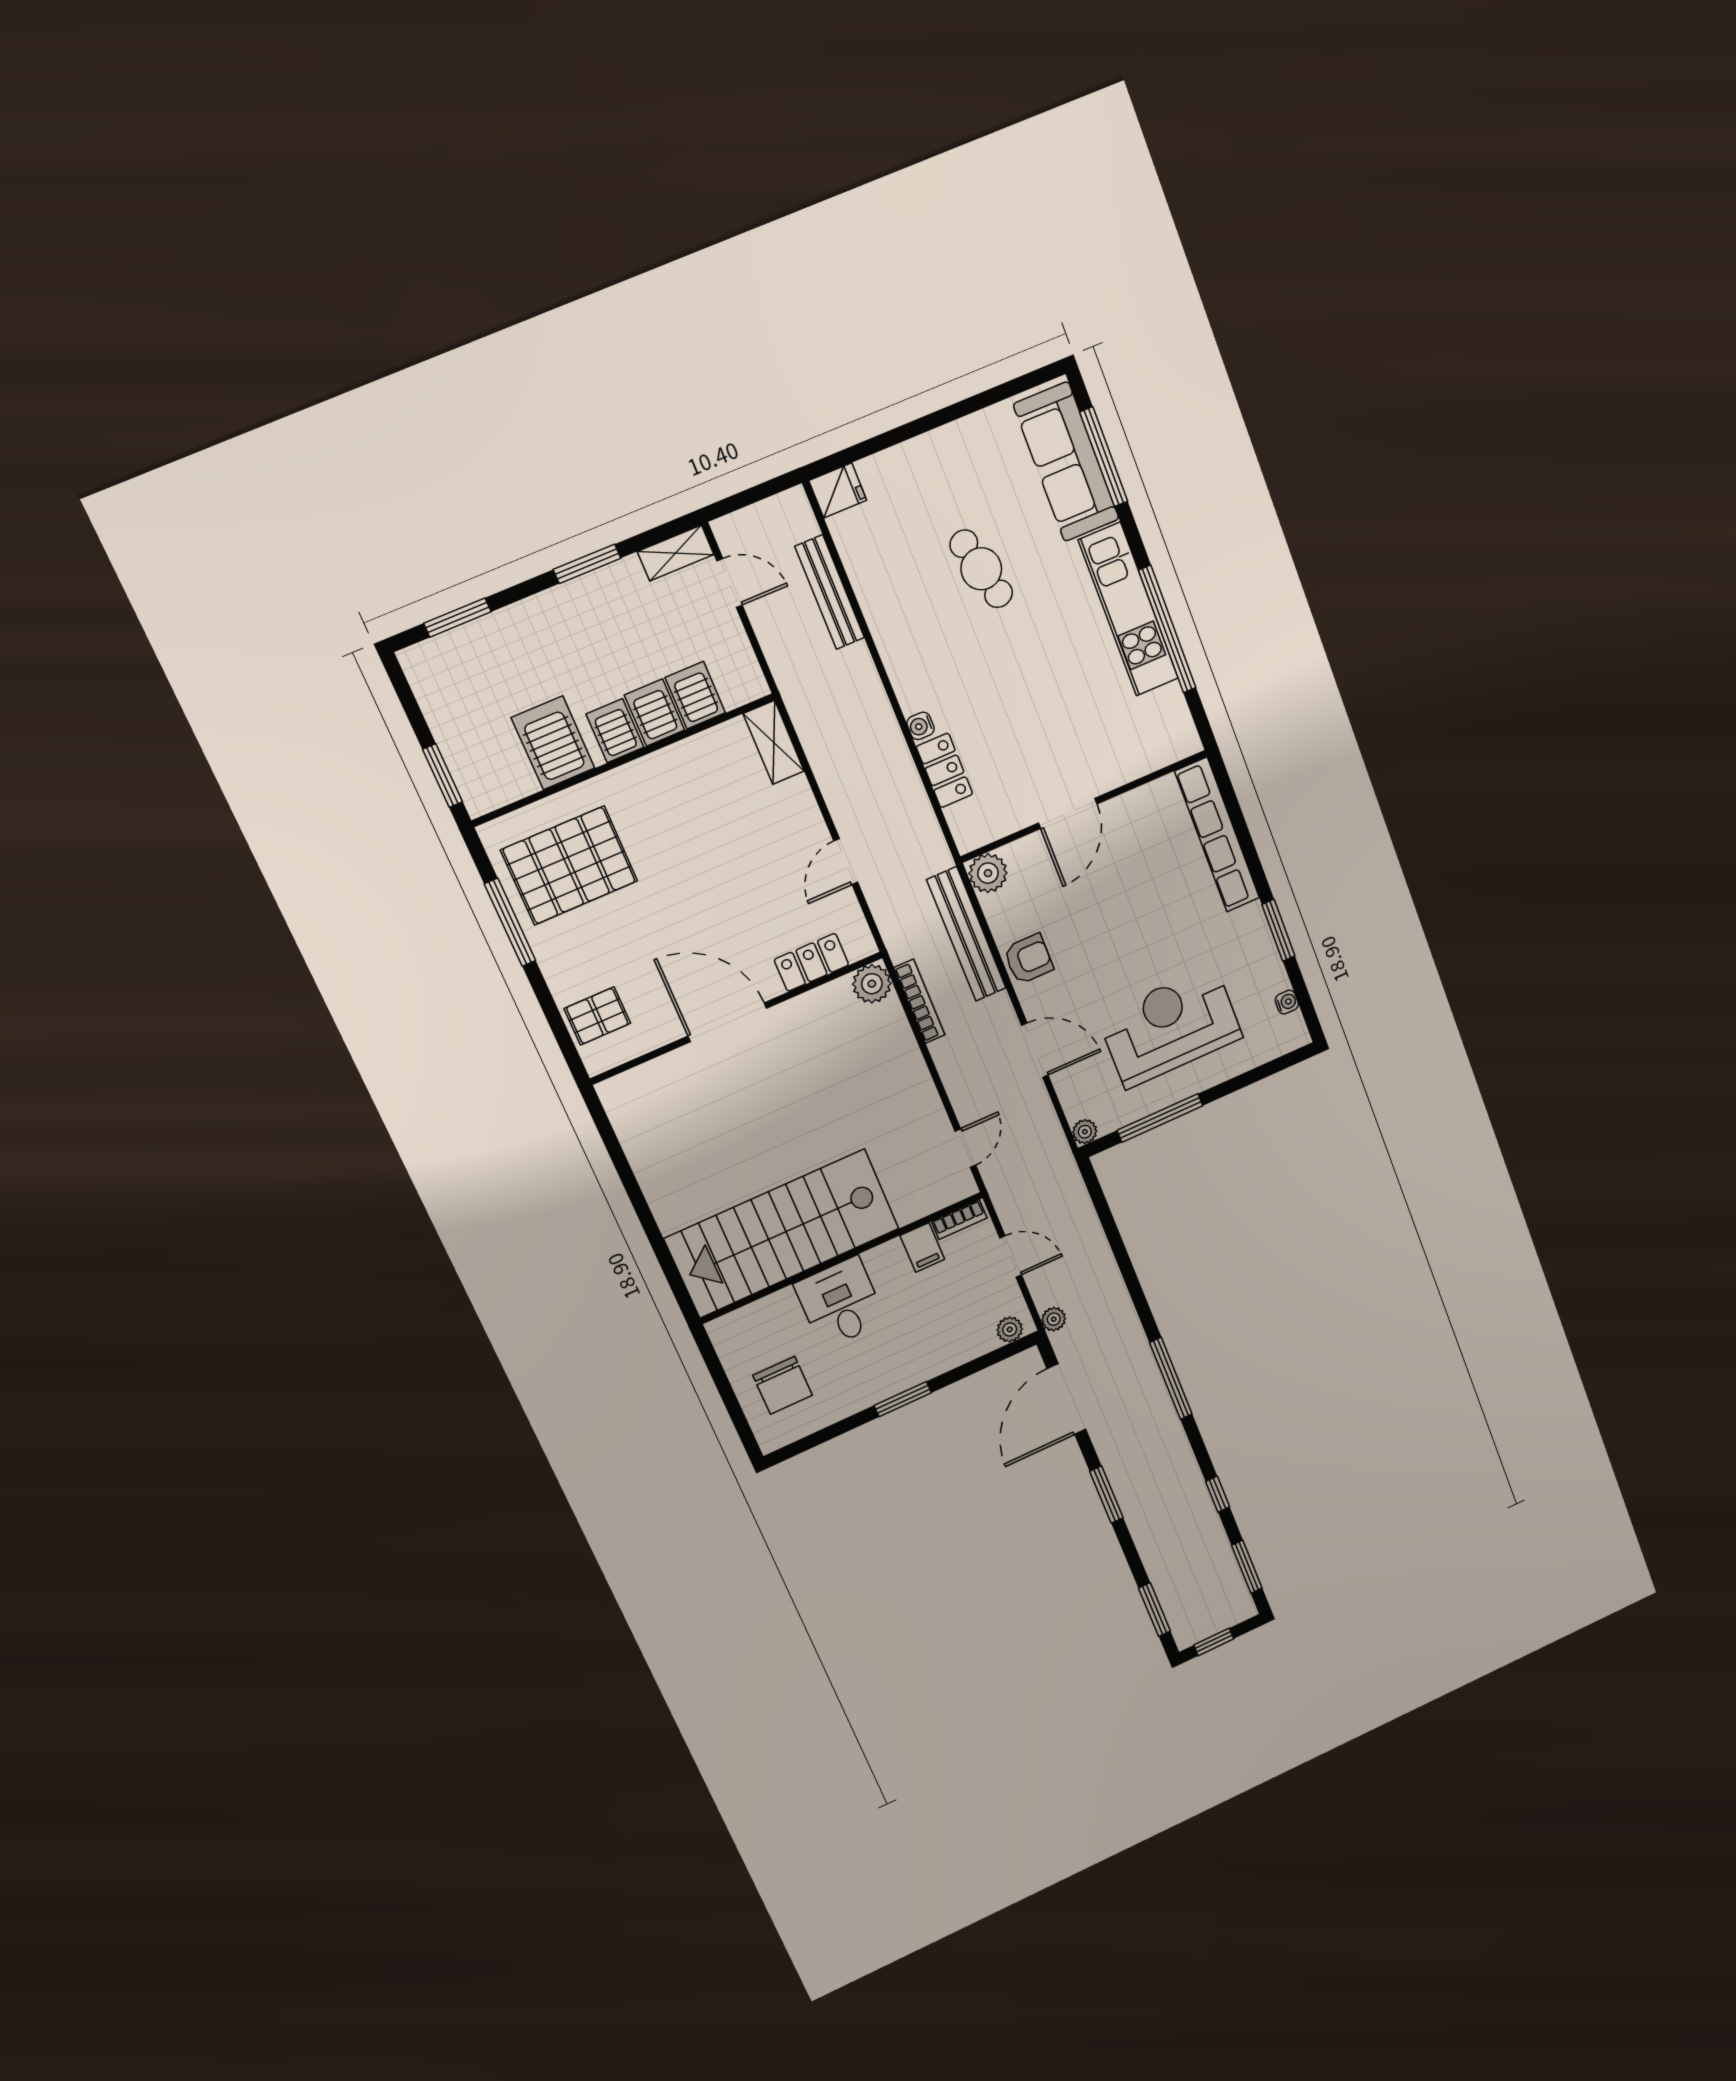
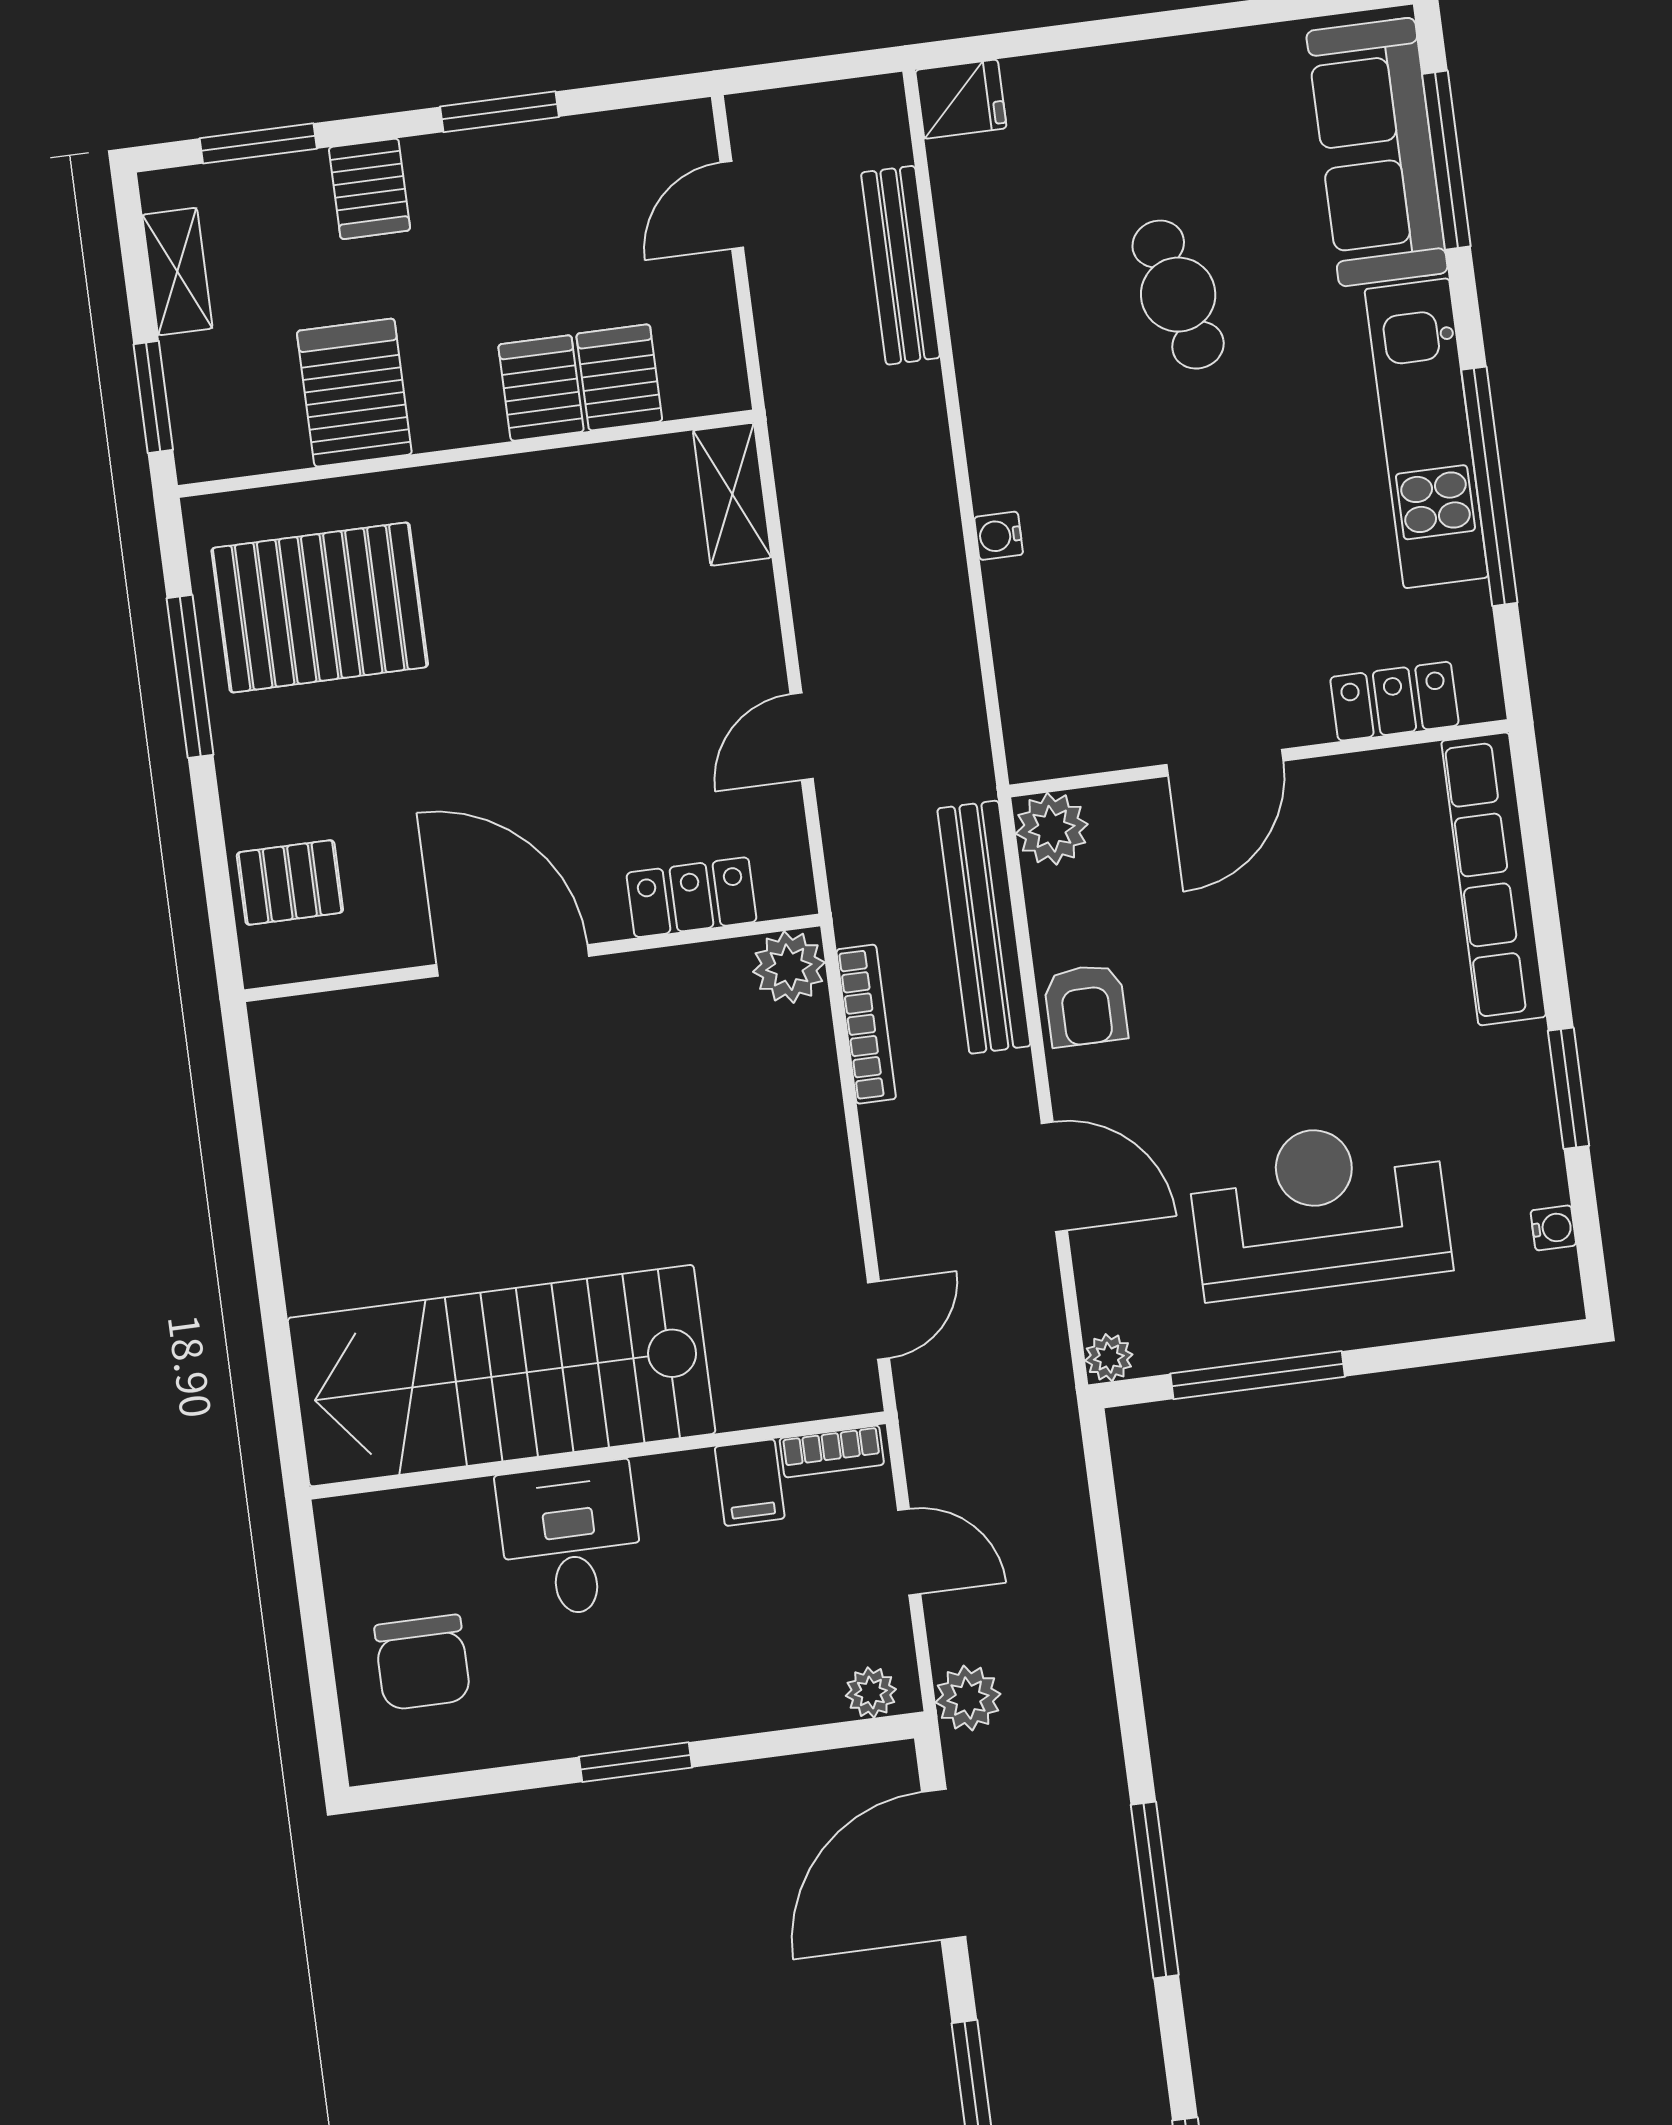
shelving: (676, 553) -> (177, 272), moved, turned 90
door: (730, 583) -> (732, 205), swing flipped
server rack: (615, 731) -> (370, 189), moved, turned 180
locker: (945, 770) -> (1394, 701), moved, turned -90
armchair: (1028, 959) -> (1086, 1005), turned 90
plant: (1054, 1319) -> (968, 1698), width x1.38, depth x1.38

